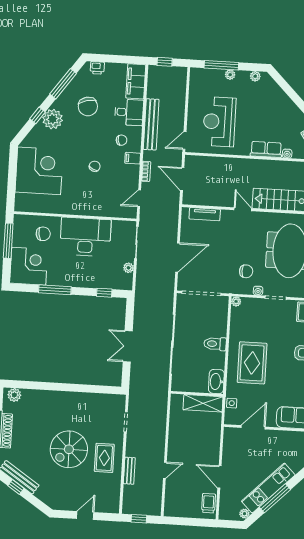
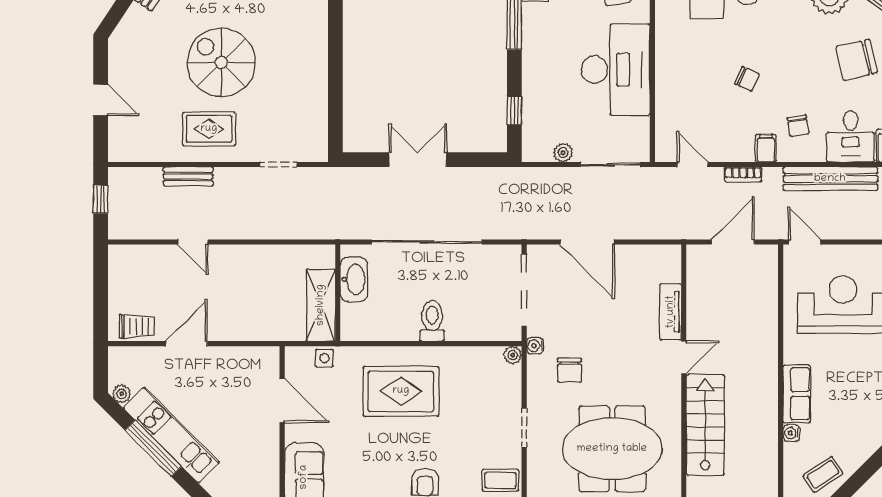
tv unit: (205, 214) -> (671, 312), moved
water cooler: (258, 291) -> (535, 346), moved
washbasin: (216, 382) -> (354, 279), moved, turned 90

